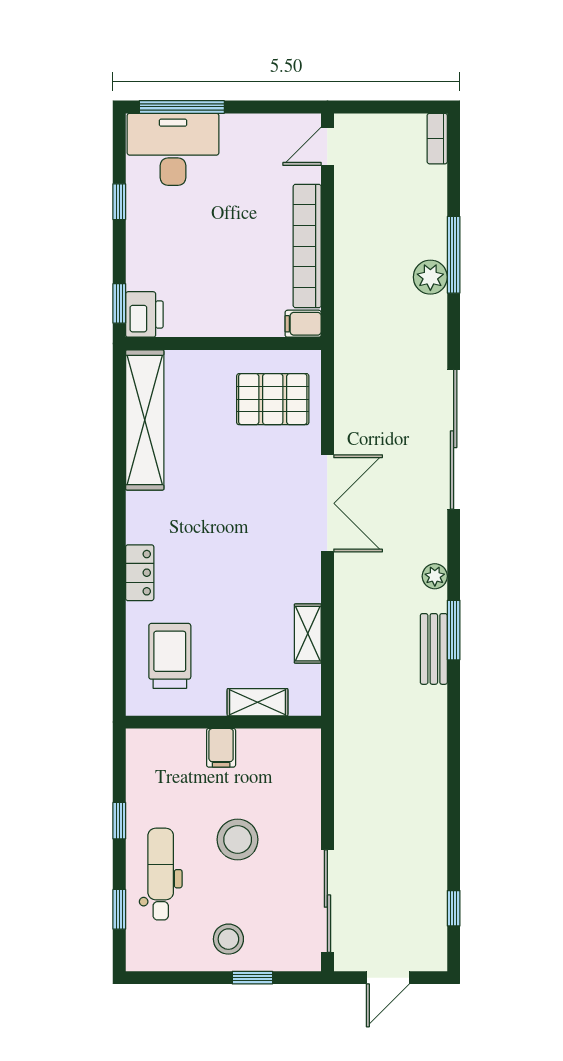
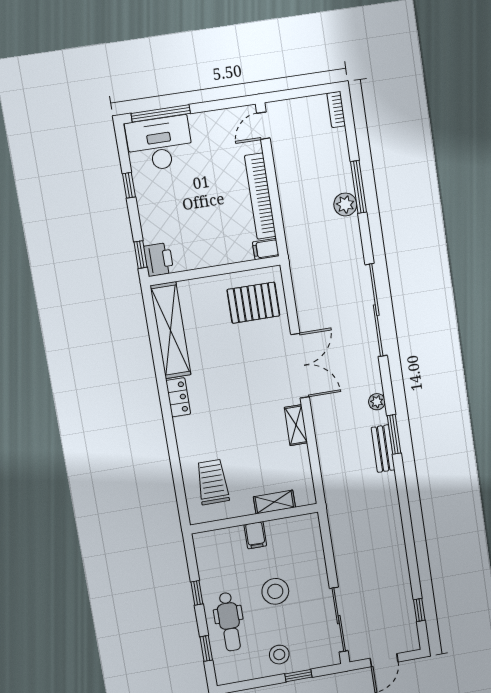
locker: (140, 573) -> (178, 397), moved
shelving: (308, 634) -> (296, 425), moved
dental chair: (161, 874) -> (229, 622), turned 180

